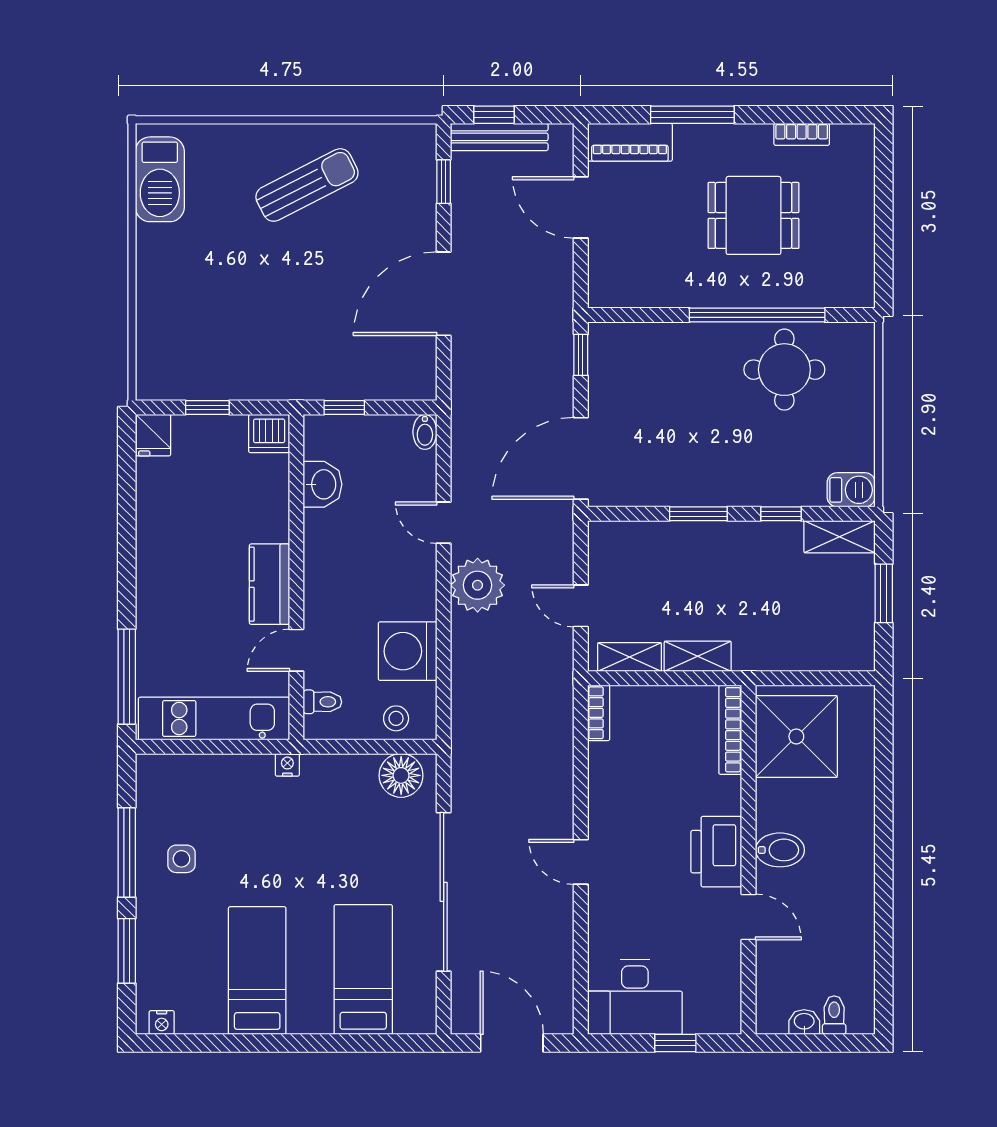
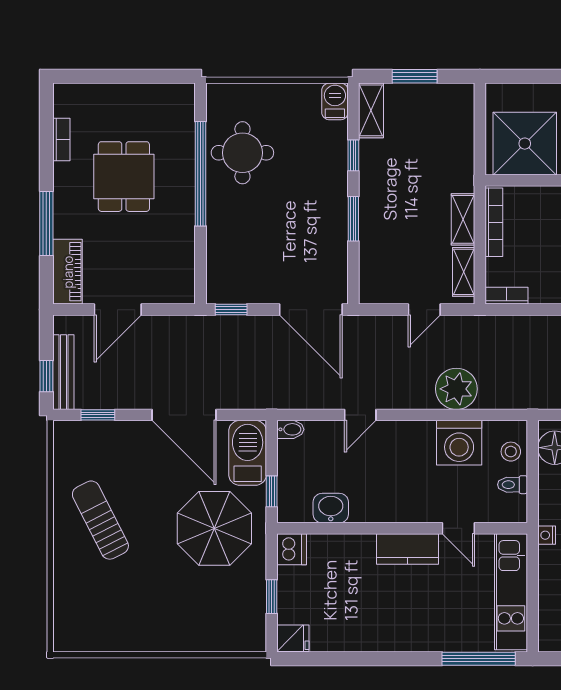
barbecue: (160, 179) -> (248, 453), moved, turned -90
parasol: (296, 333) -> (214, 528), added
plant: (478, 585) -> (456, 389), moved
toilet: (322, 702) -> (512, 485), moved, turned -90
bookcase: (730, 730) -> (494, 222), moved, turned -90

